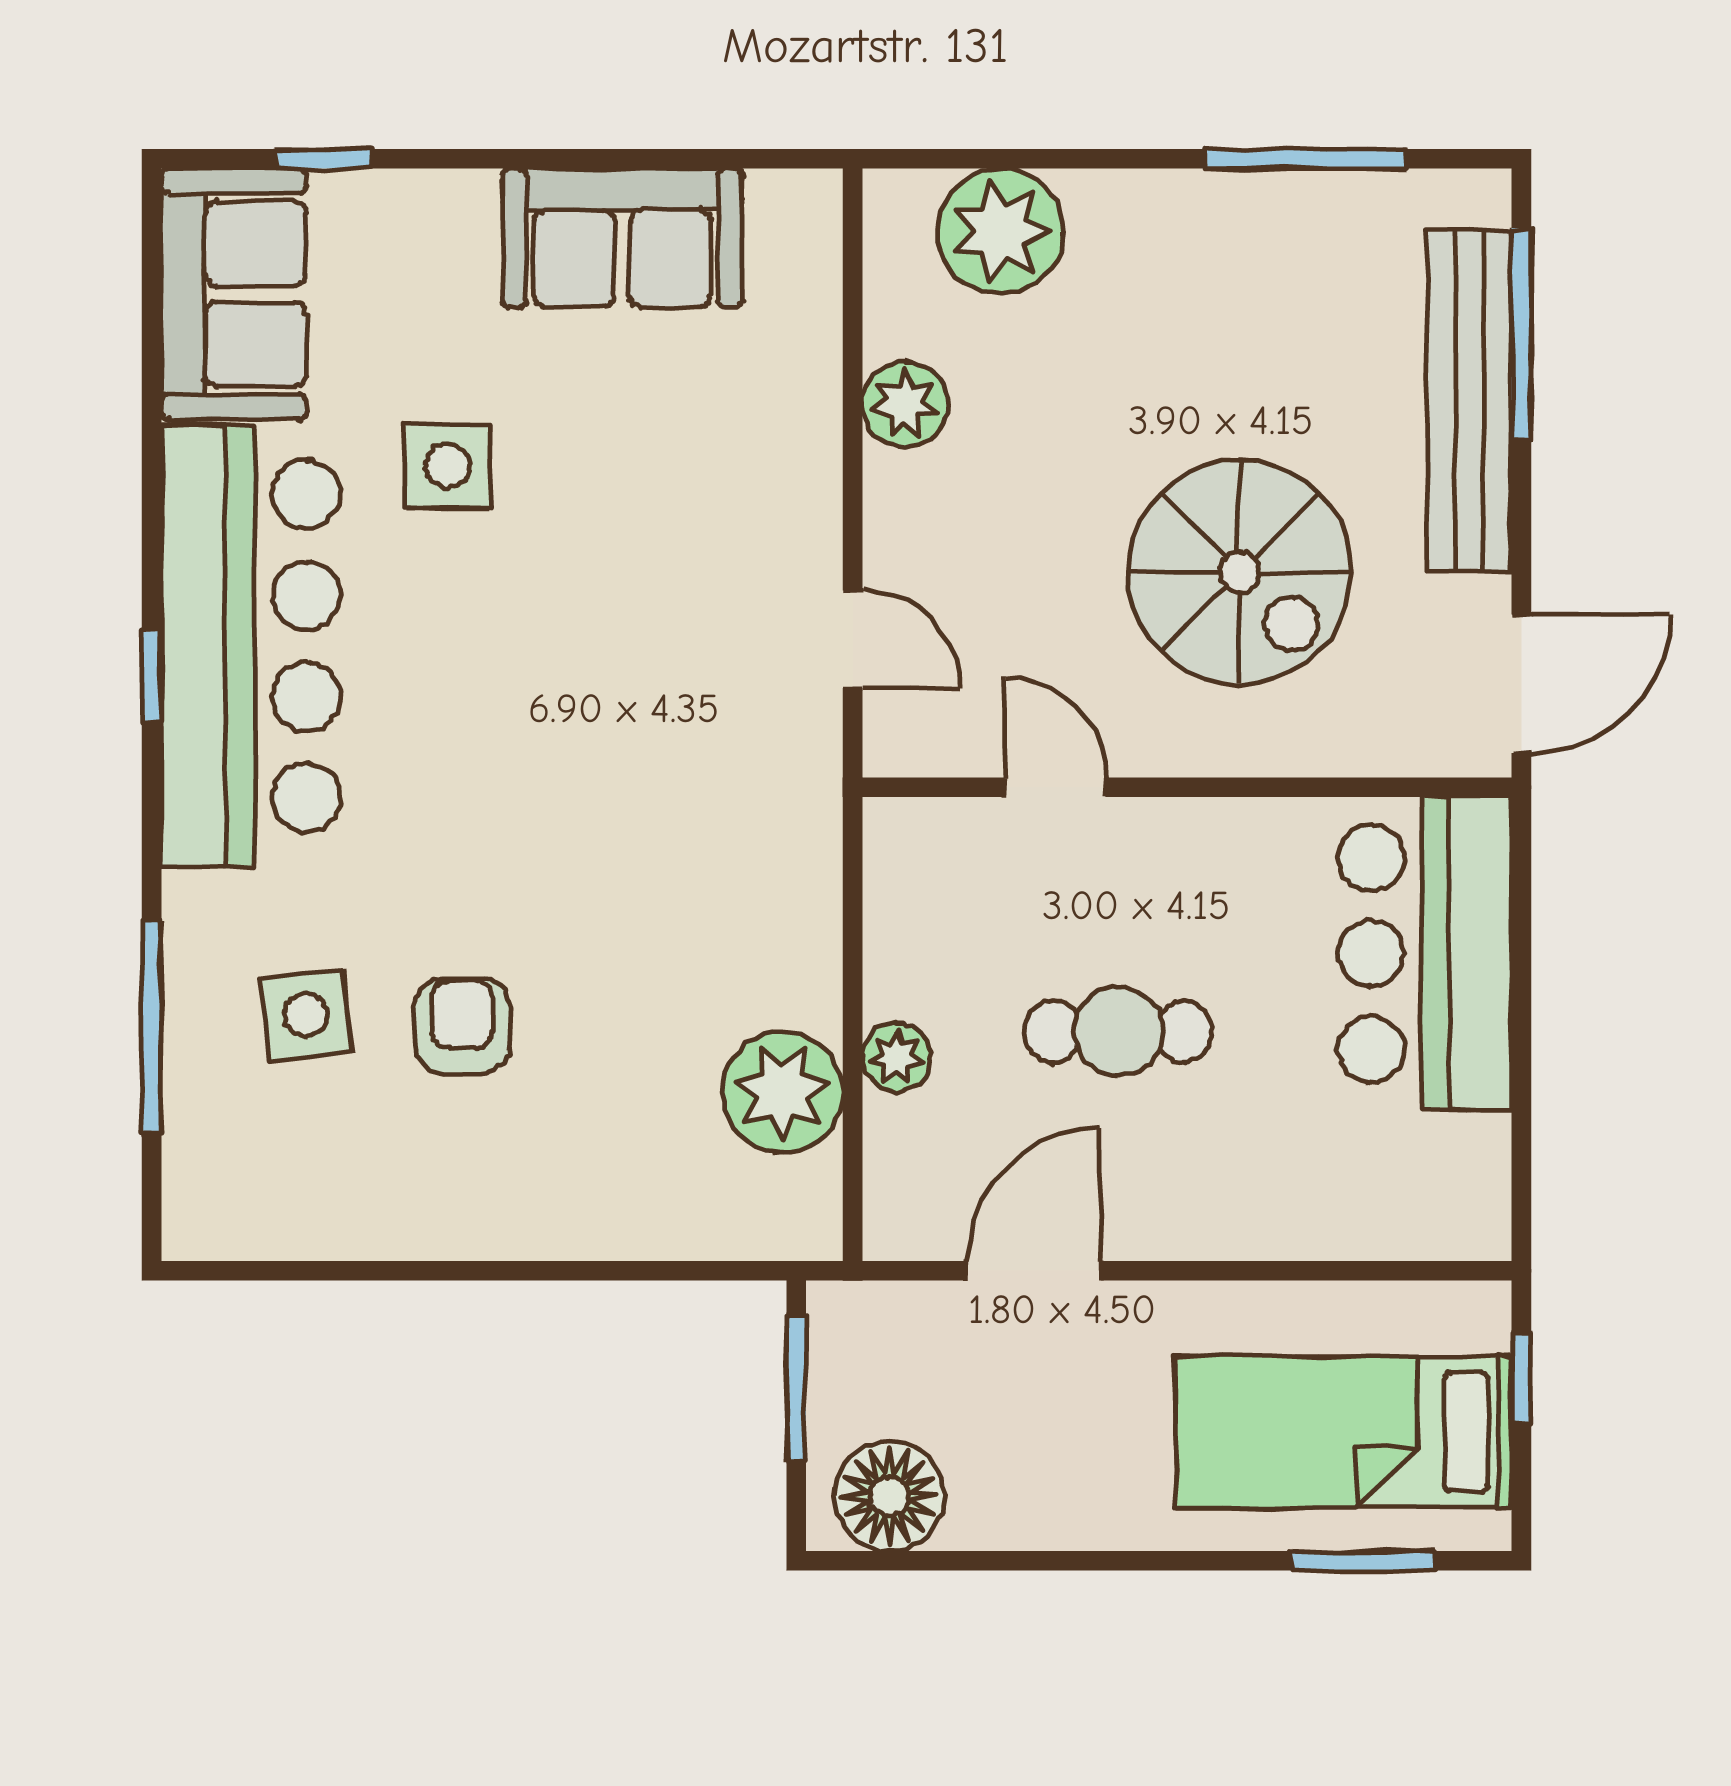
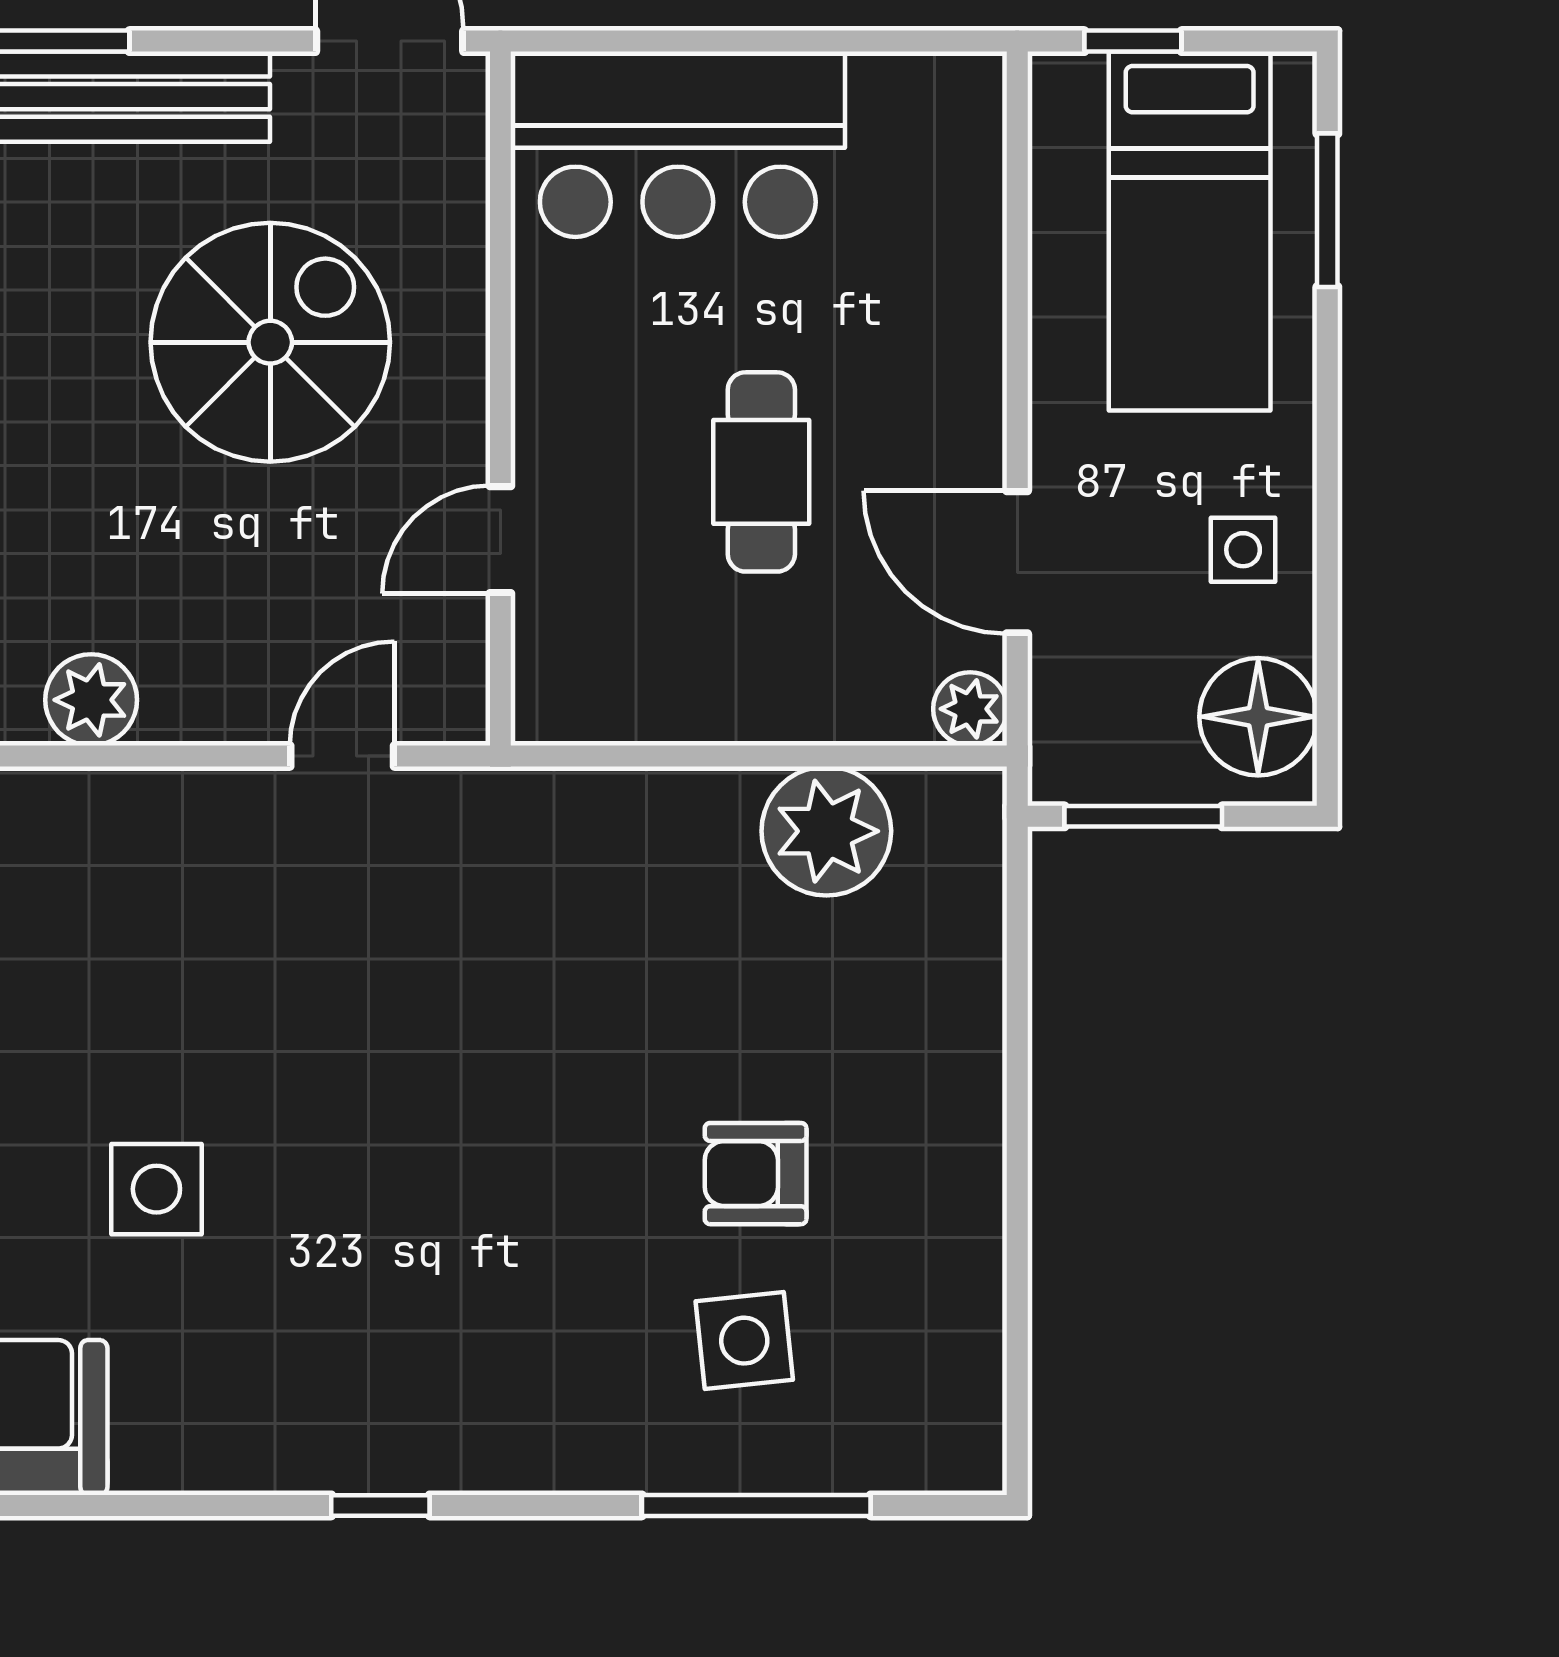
bar counter: (251, 646) -> (349, 1399), removed
plant: (897, 1057) -> (970, 709), moved
side table: (1046, 1482) -> (1243, 550), added

